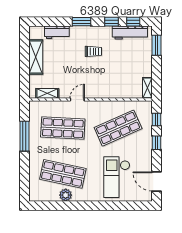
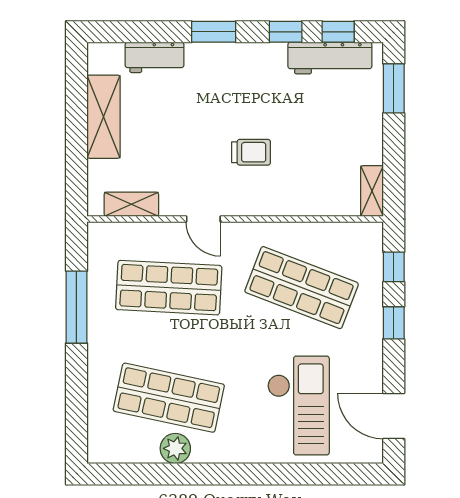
trolley: (93, 51) -> (251, 152), moved
door: (77, 100) -> (203, 219), swing flipped
shop shelf: (118, 128) -> (302, 288), turned 45
checkout: (117, 177) -> (298, 406), turned 180

